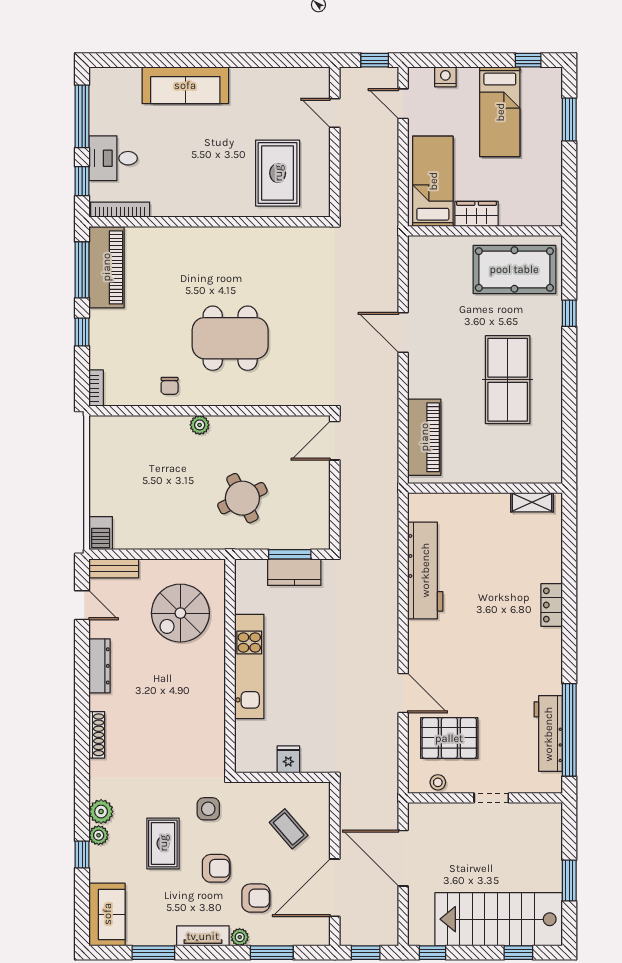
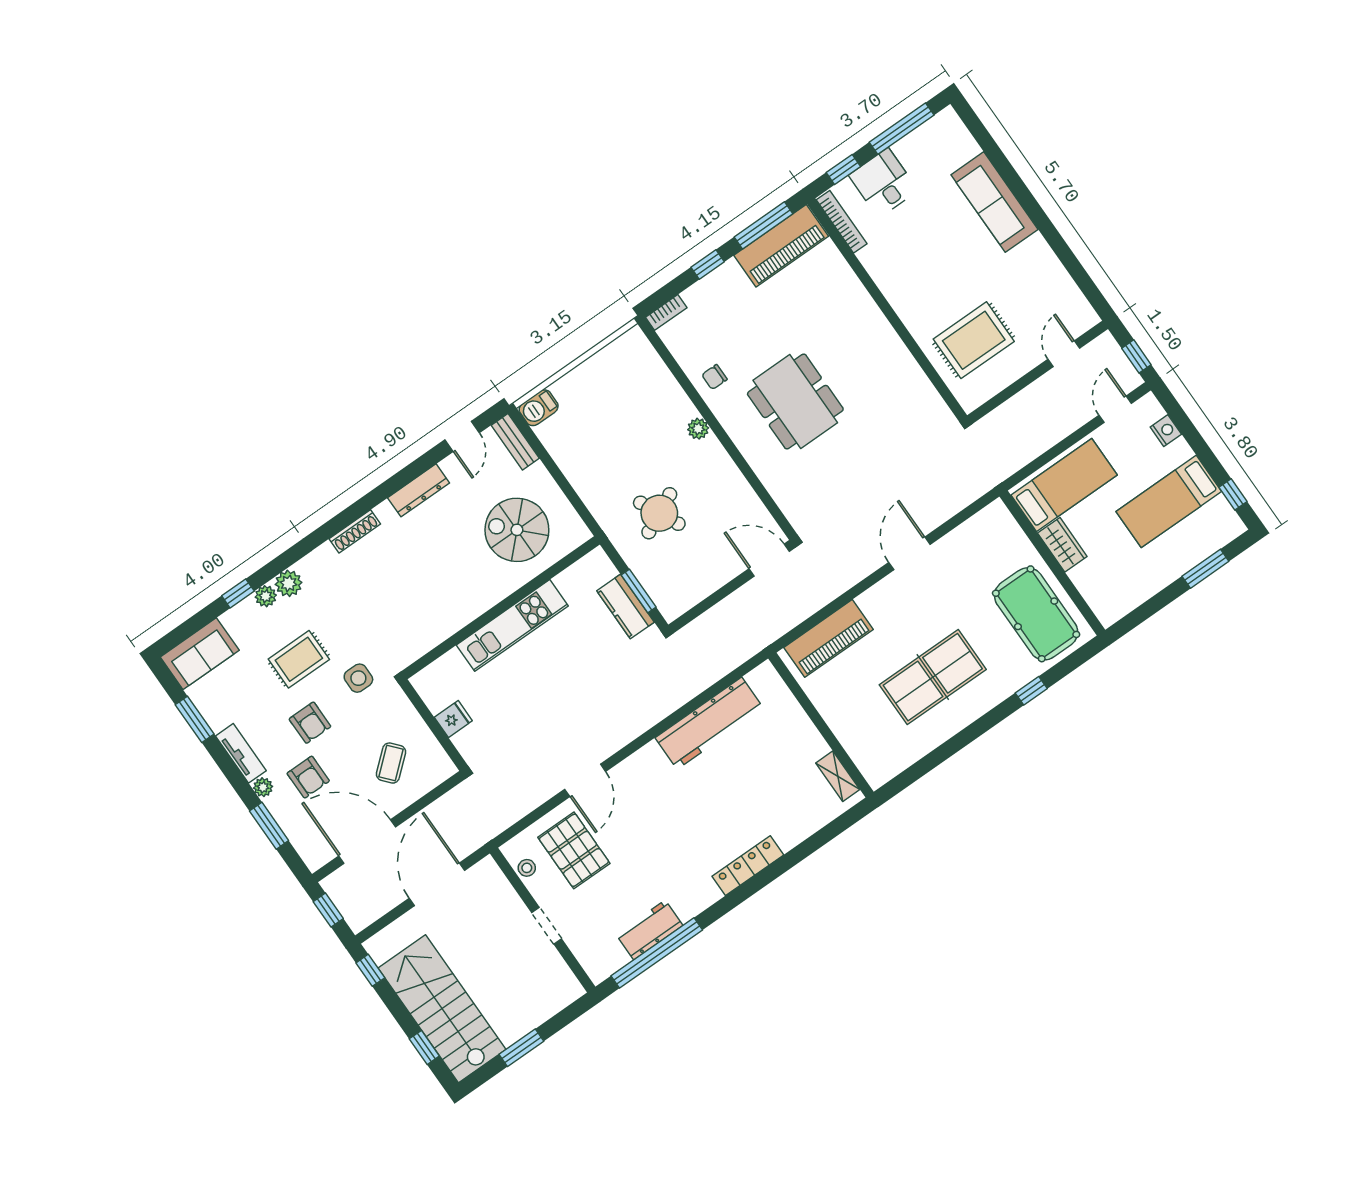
locker: (552, 605) -> (748, 866), width x1.53
workbench: (548, 734) -> (649, 930), width x0.73

